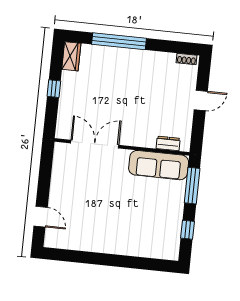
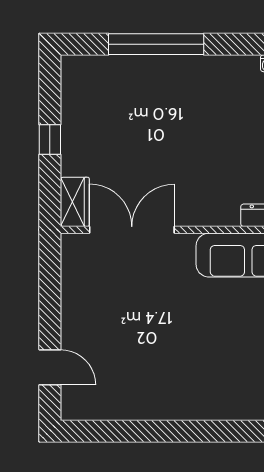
wardrobe: (71, 56) -> (75, 202), moved

